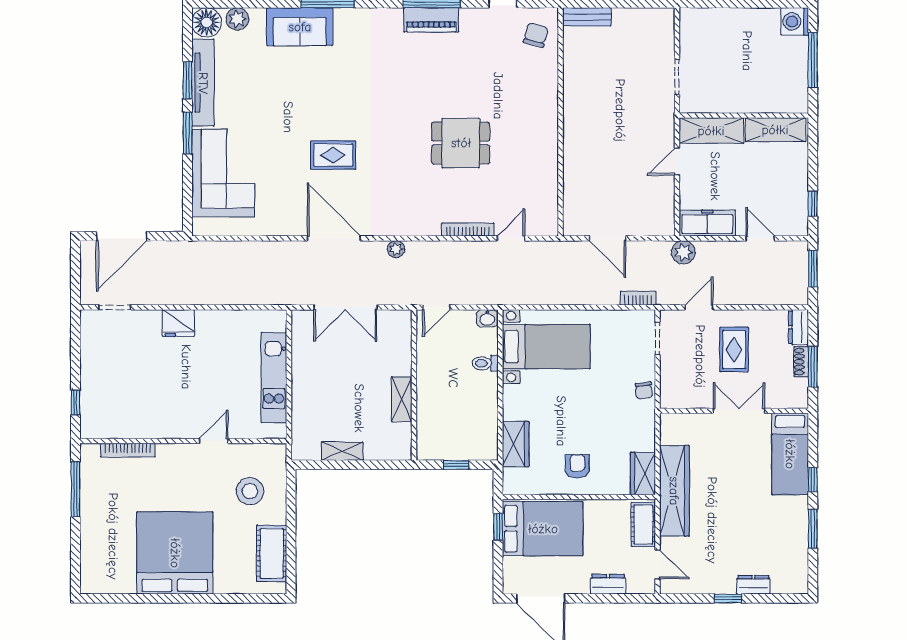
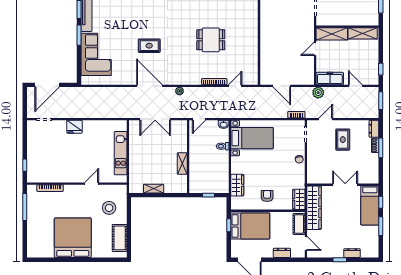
wall: (734, 411) -> (343, 185), moved
double door: (739, 411) -> (345, 185), moved
bed: (790, 454) -> (370, 205), moved

